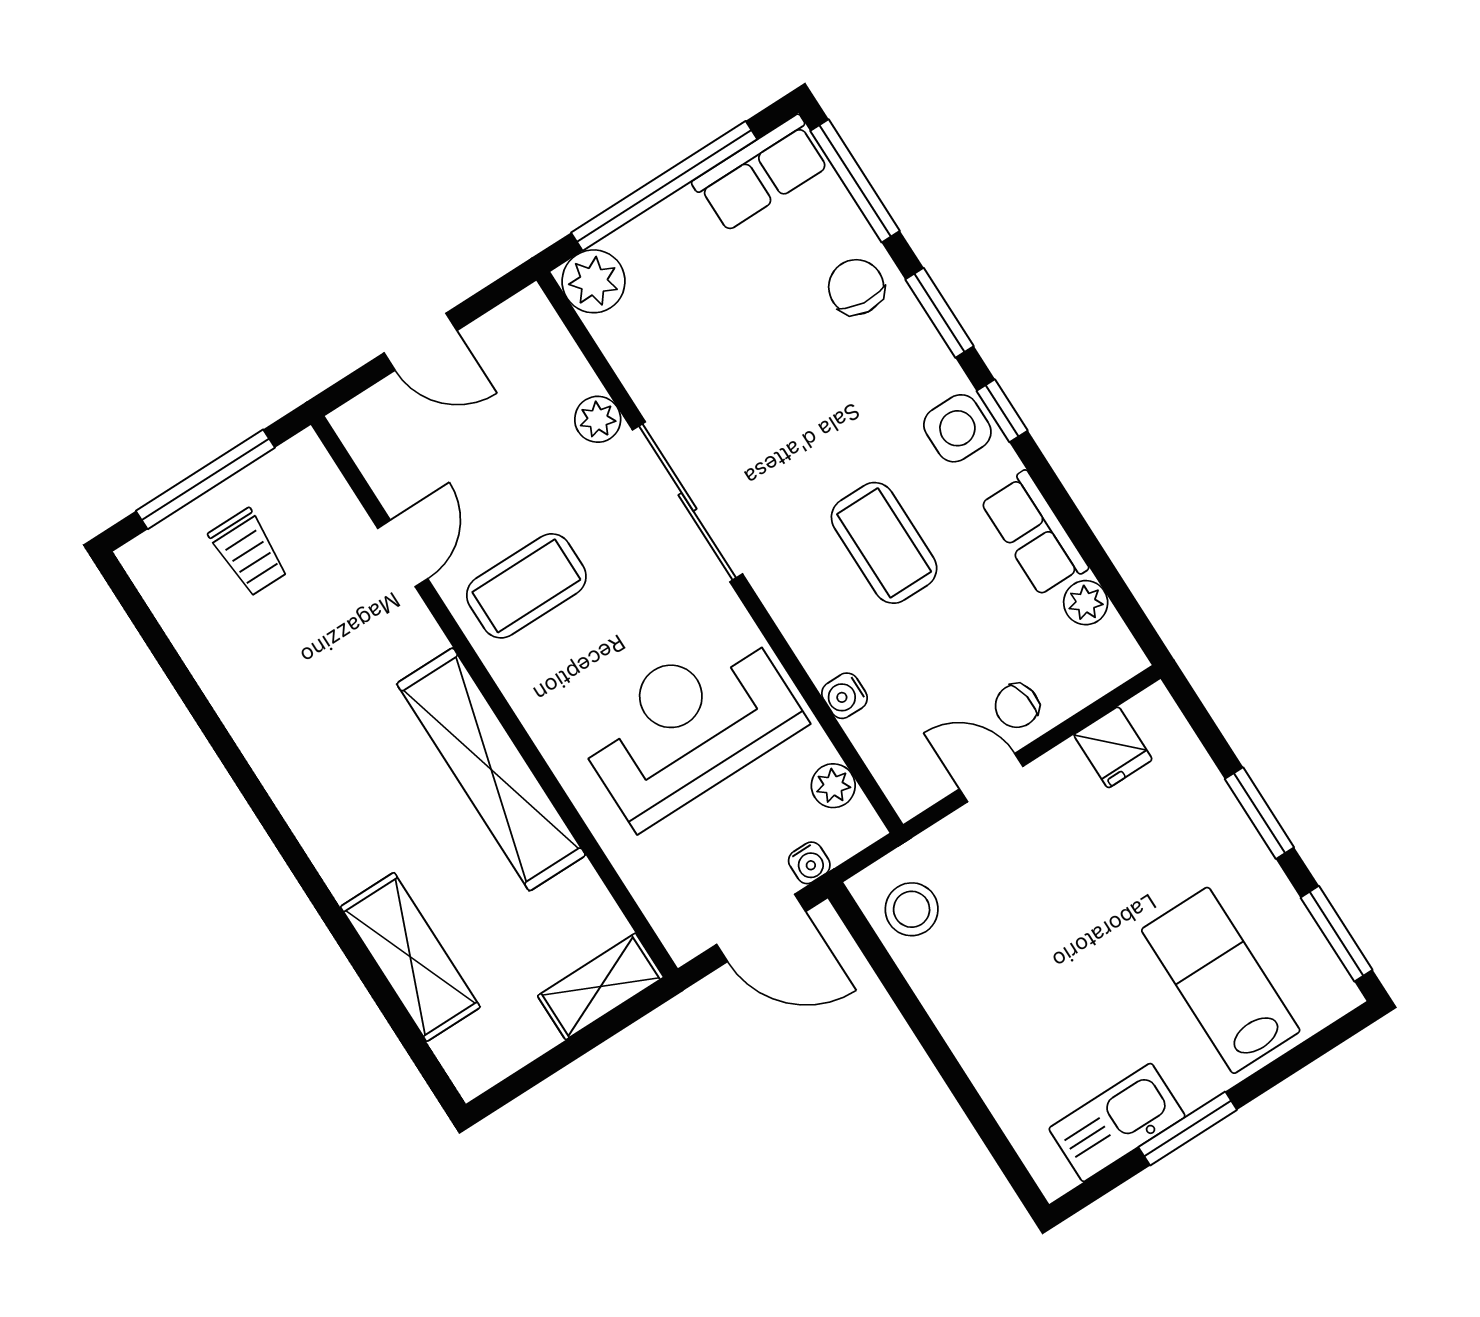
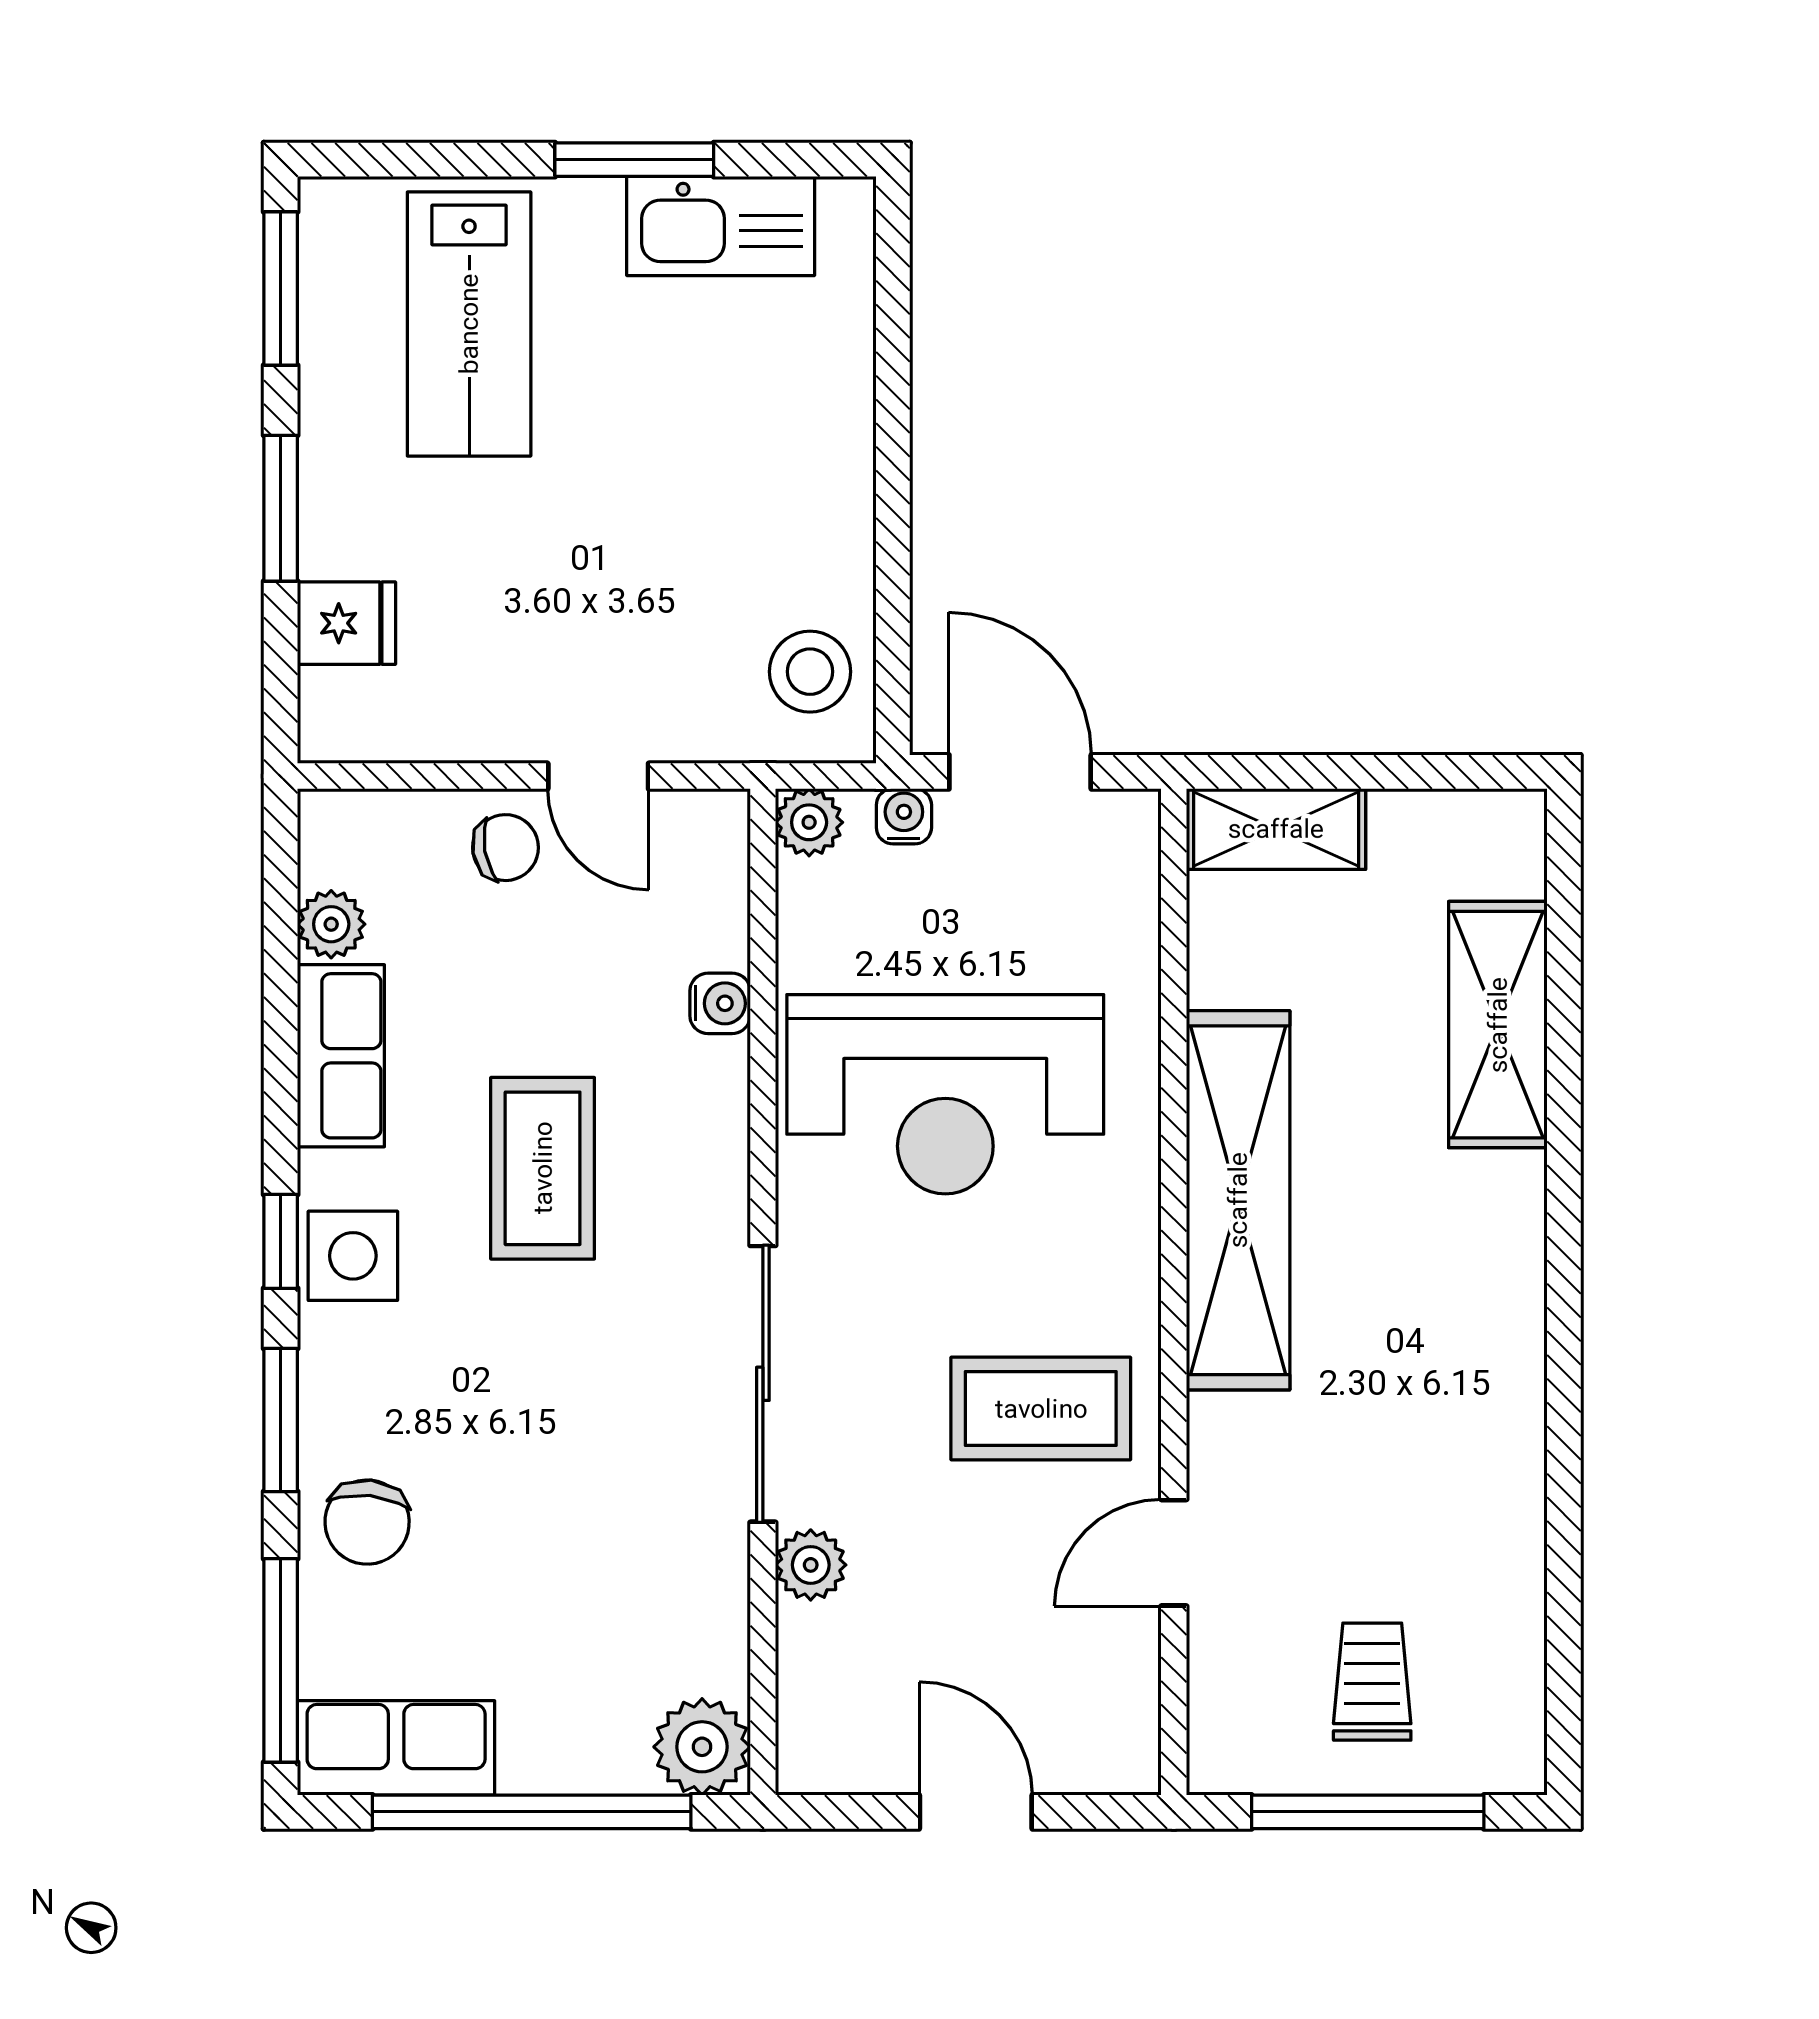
fridge: (1113, 747) -> (346, 623), moved, turned 90
plant: (833, 786) -> (809, 822), moved

